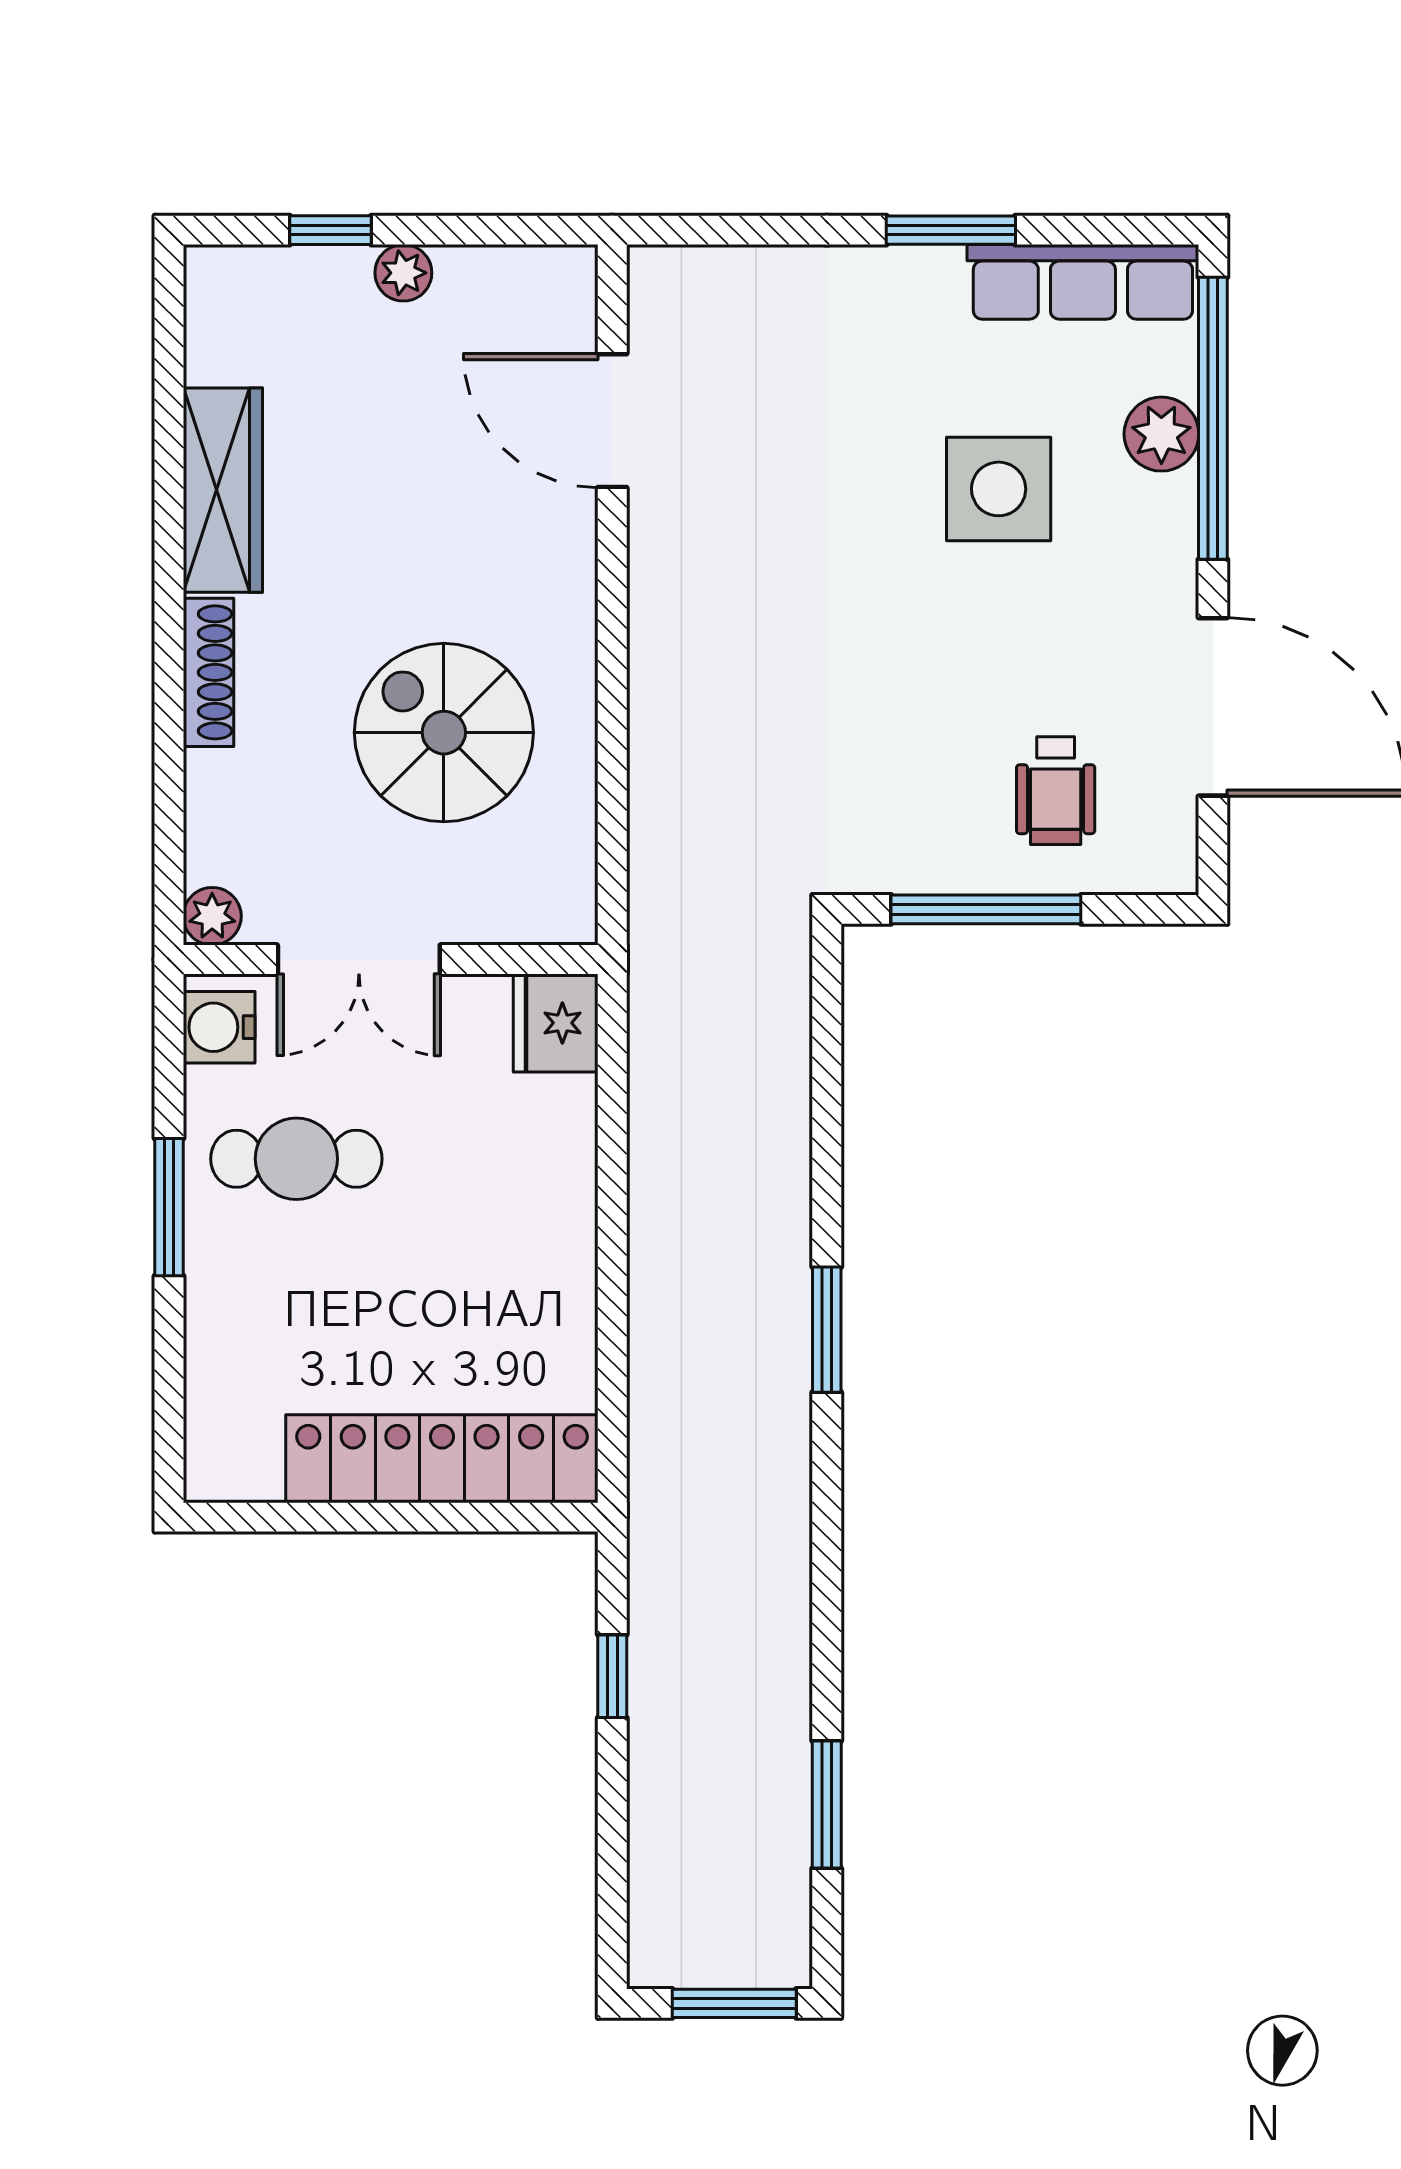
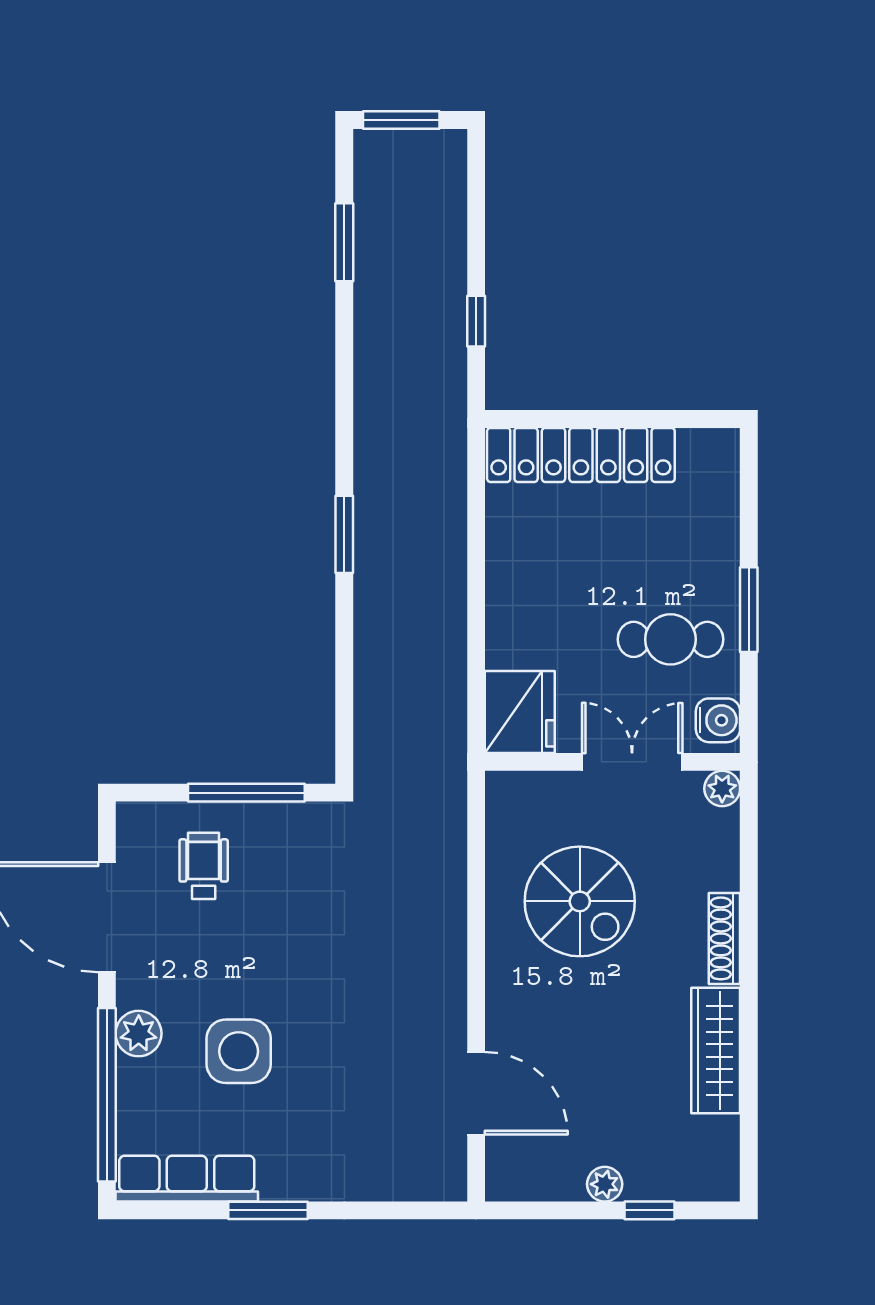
plant: (1161, 434) -> (139, 1034), moved
fridge: (556, 1023) -> (520, 712), width x1.36, depth x1.34

